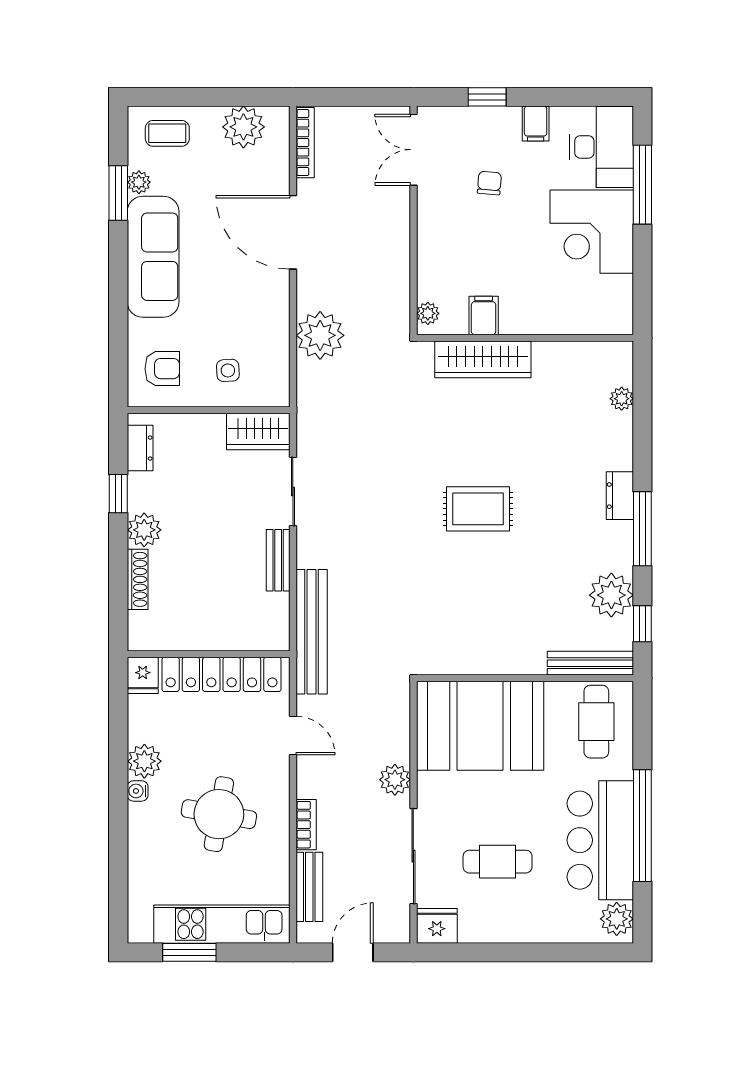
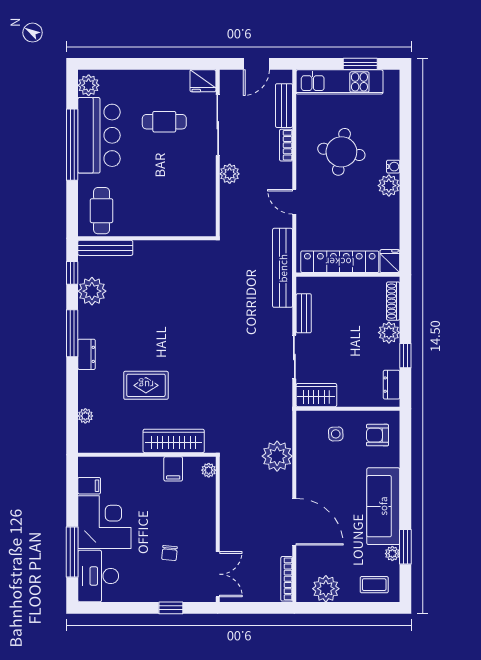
filing cabinet: (536, 124) -> (89, 486), moved, turned 90
rug: (478, 509) -> (146, 385), moved
wall: (209, 654) -> (348, 275), moved
locker: (221, 674) -> (340, 262), moved
fridge: (143, 675) -> (390, 261), moved
booth: (480, 726) -> (175, 208), removed

